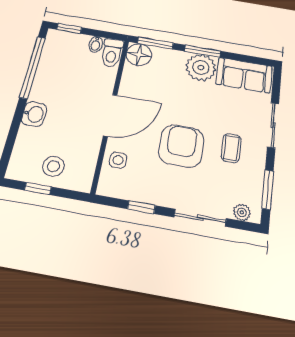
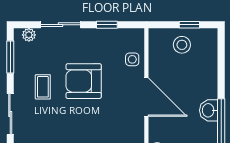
washbasin: (34, 114) -> (209, 110), moved
door: (110, 115) -> (146, 97), swing flipped
armchair: (181, 146) -> (84, 81), turned 90

